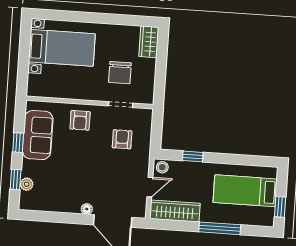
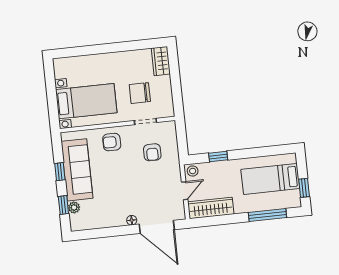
bed with nightstands: (62, 48) -> (86, 101), moved
chair: (120, 73) -> (140, 93), turned 90
armchair: (80, 120) -> (112, 142), turned 90
sofa: (38, 135) -> (77, 170), width x1.36
armchair: (122, 139) -> (152, 152), turned 180
window: (220, 228) -> (267, 215), moved

